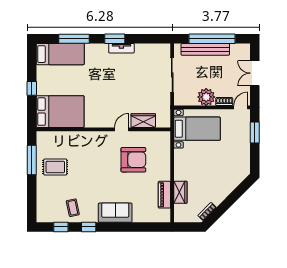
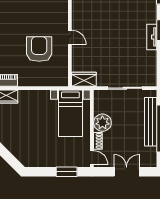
wardrobe: (143, 121) -> (84, 79), moved, turned -90
armchair: (133, 160) -> (39, 49), turned 180

